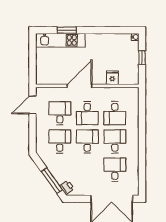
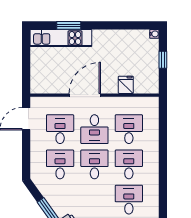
desk: (115, 113) -> (129, 129), turned 180

